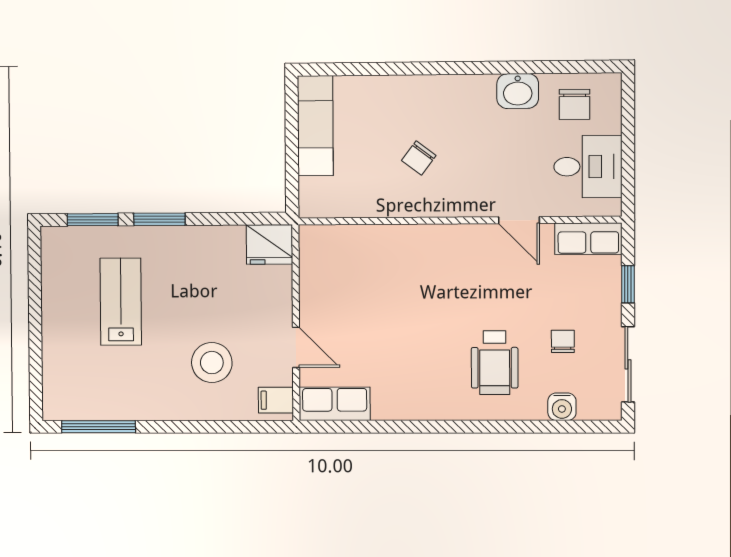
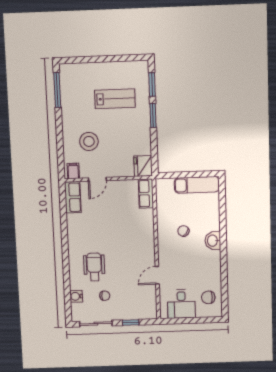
washbasin: (518, 91) -> (213, 241), moved
row of seats: (588, 239) -> (146, 194), moved
wheelchair: (495, 363) -> (94, 267), turned 90

